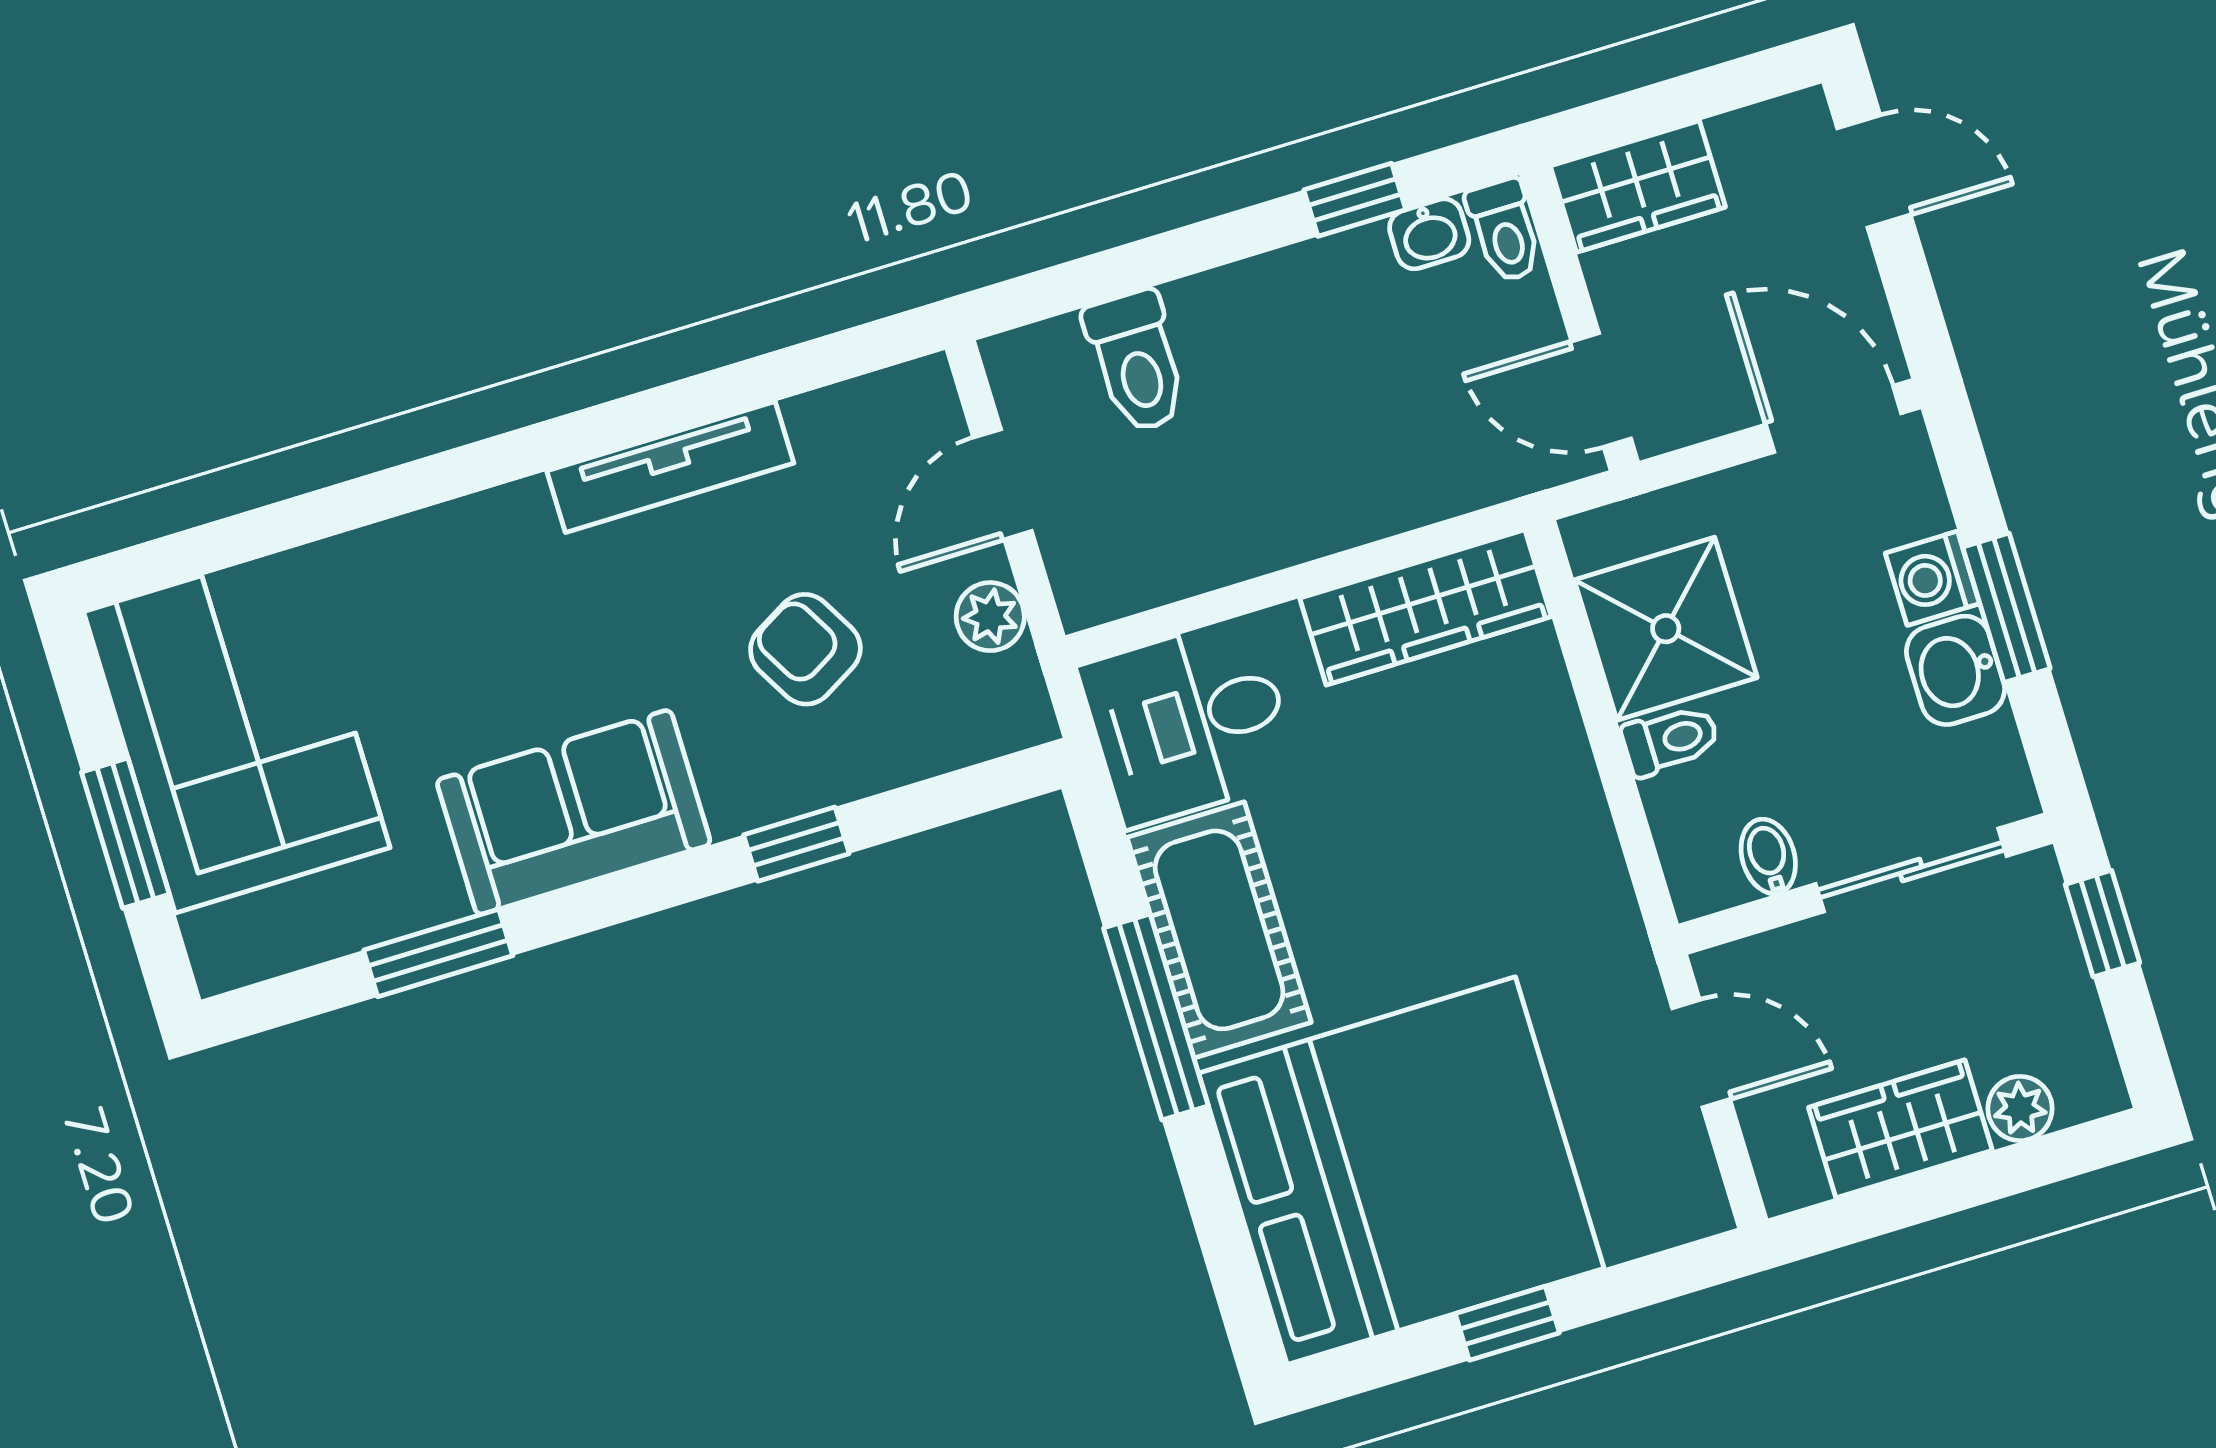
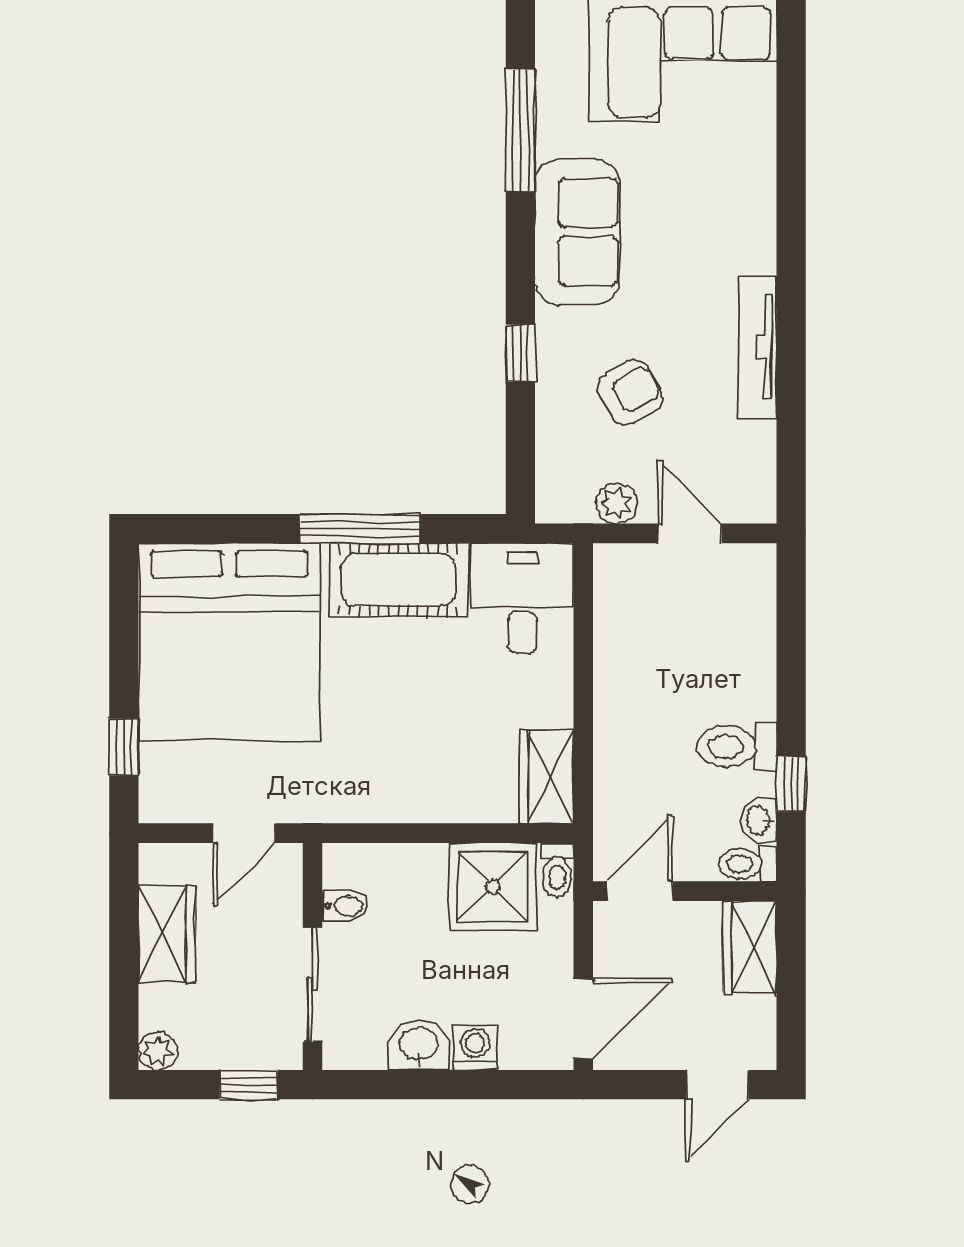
toilet: (1136, 362) -> (737, 747), moved
wardrobe: (1425, 607) -> (546, 777), width x0.67
window: (2006, 608) -> (446, 1085), removed
toilet: (1670, 740) -> (557, 870), moved
window: (438, 953) -> (520, 130), width x1.44
plant: (2020, 1108) -> (158, 1051), moved
window: (1507, 1323) -> (124, 747), moved

